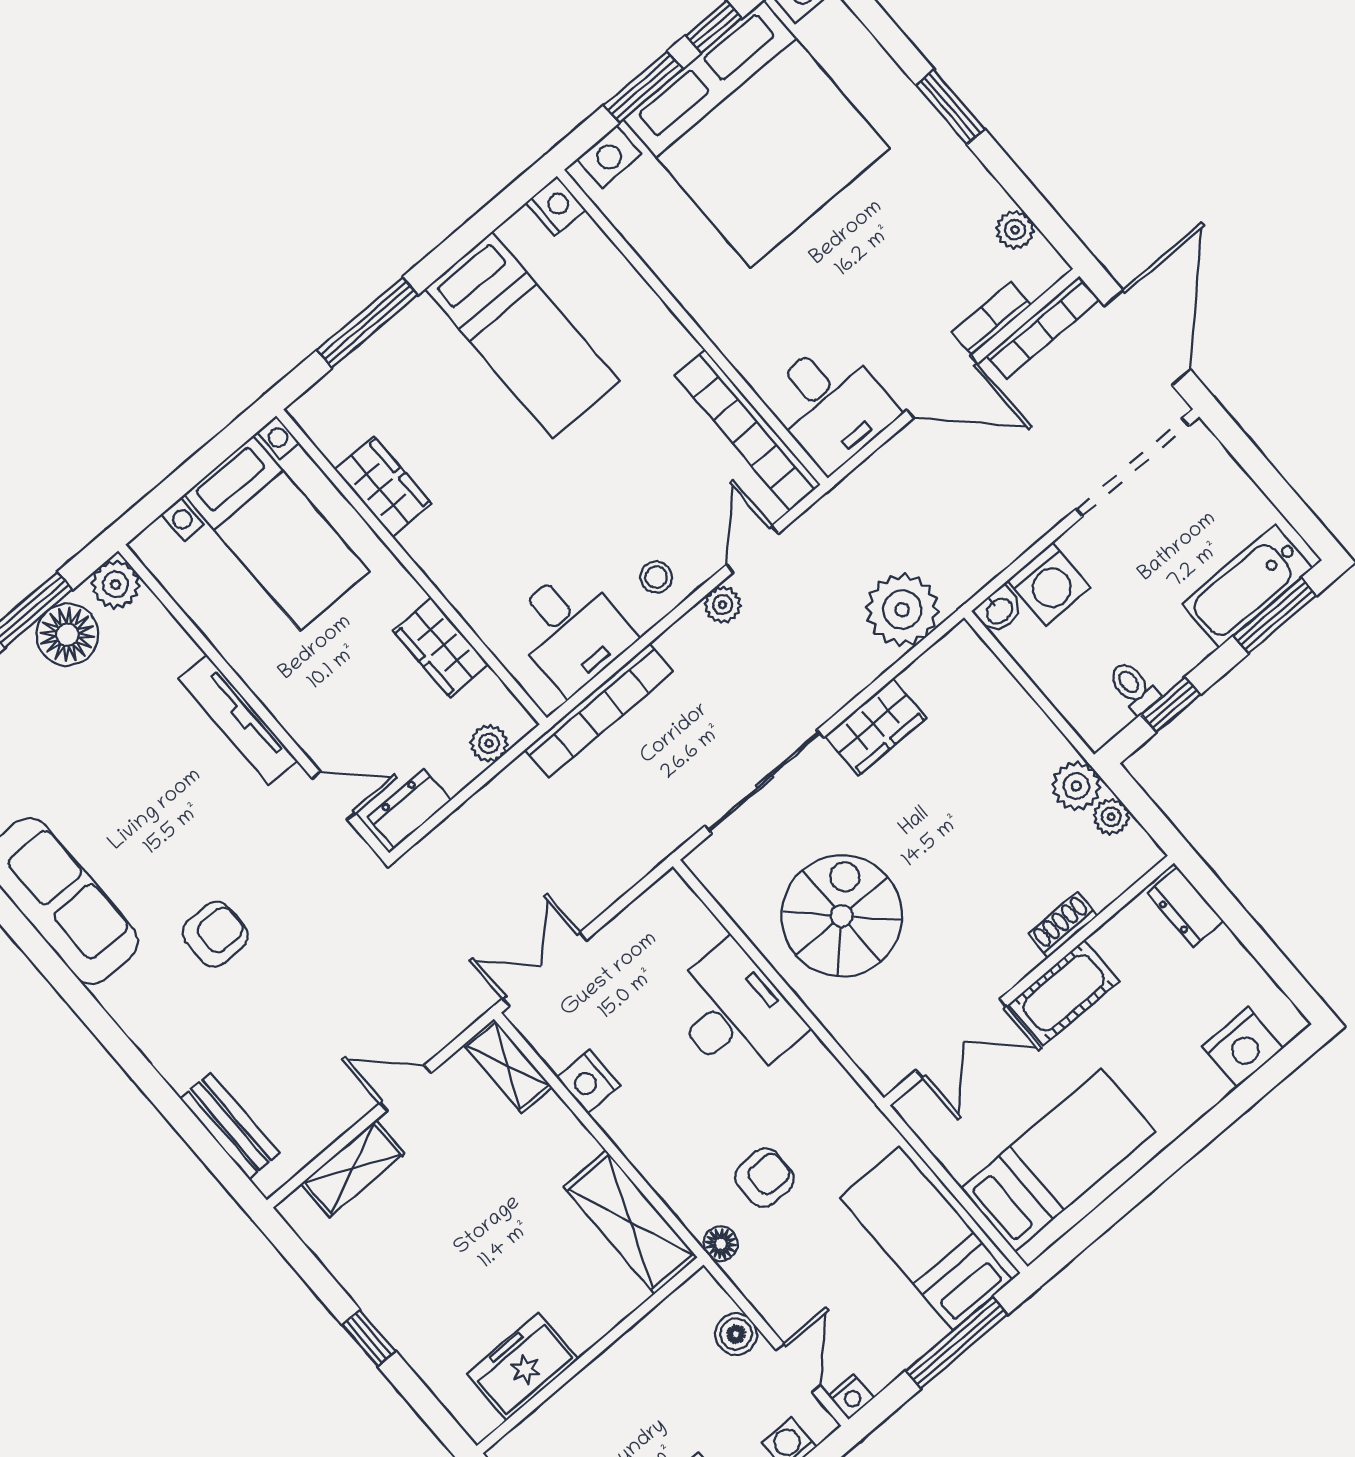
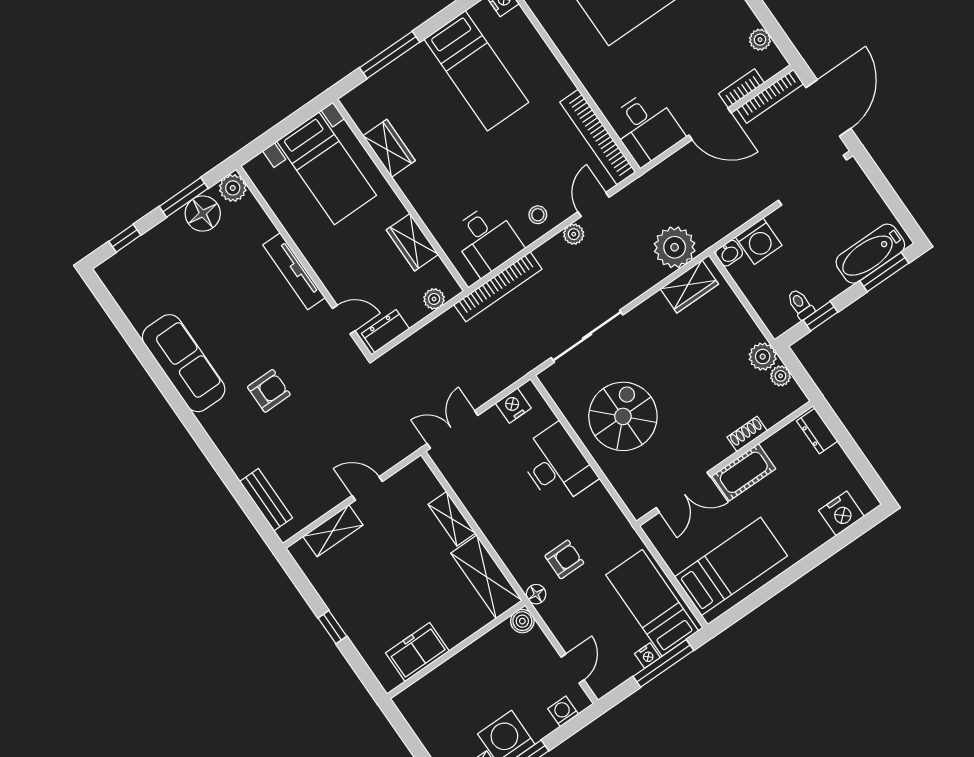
wardrobe: (876, 727) -> (689, 287), moved
shelving: (508, 1066) -> (452, 519), moved
nightstand: (588, 1082) -> (513, 406), moved, turned 90
boiler: (736, 1334) -> (522, 621), moved
nightstand: (851, 1397) -> (647, 656), moved

